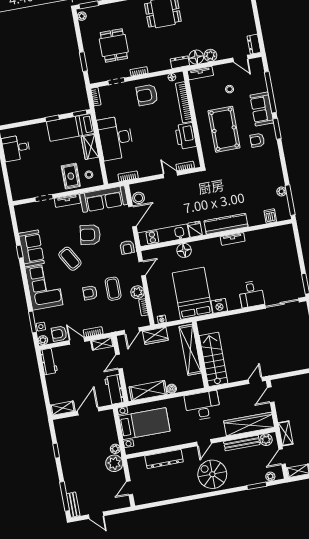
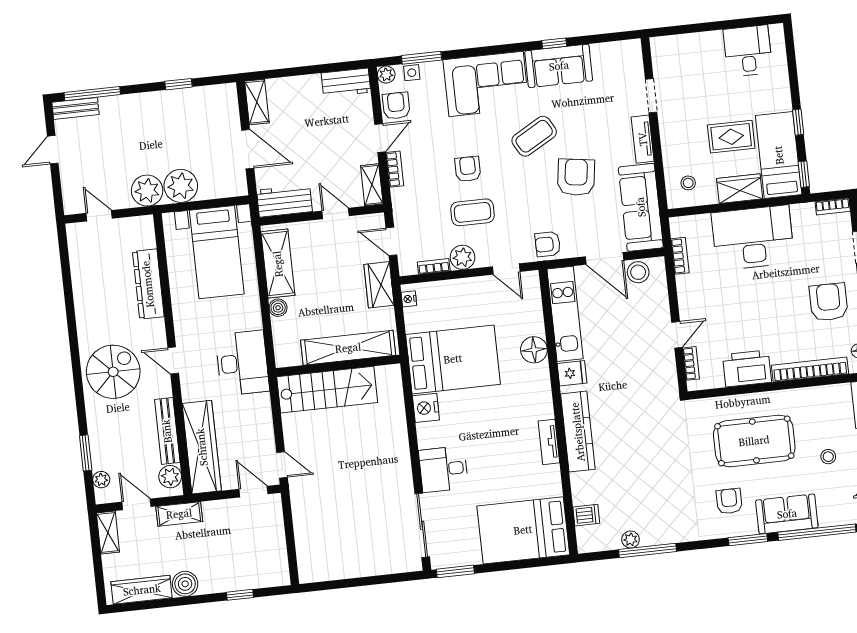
rug: (71, 176) -> (731, 137), moved
window: (290, 200) -> (648, 551), moved
bed: (281, 249) -> (523, 530), added
plant: (115, 449) -> (181, 186), width x1.88, depth x1.88

